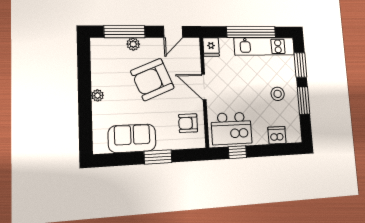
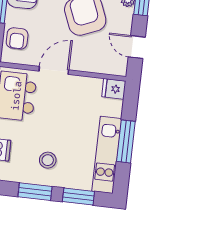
window: (251, 32) -> (126, 141), width x0.68
door: (204, 87) -> (54, 70), moved
armchair: (188, 123) -> (17, 38), moved, turned 180

